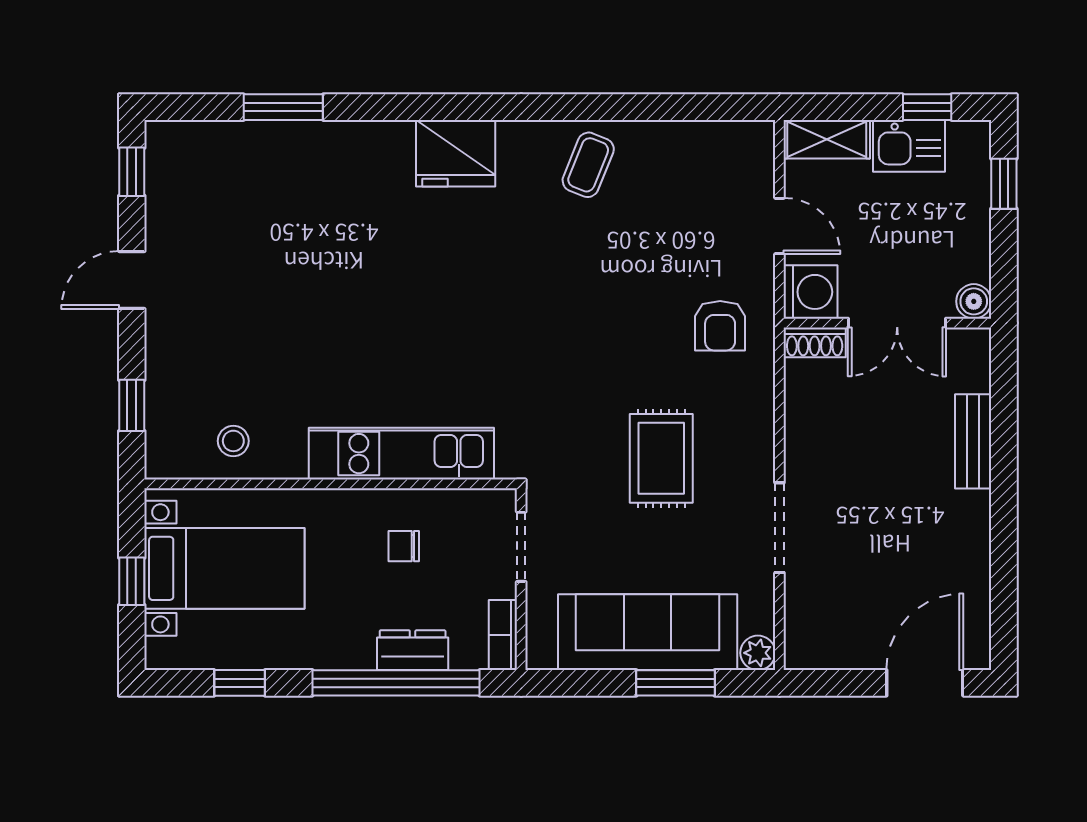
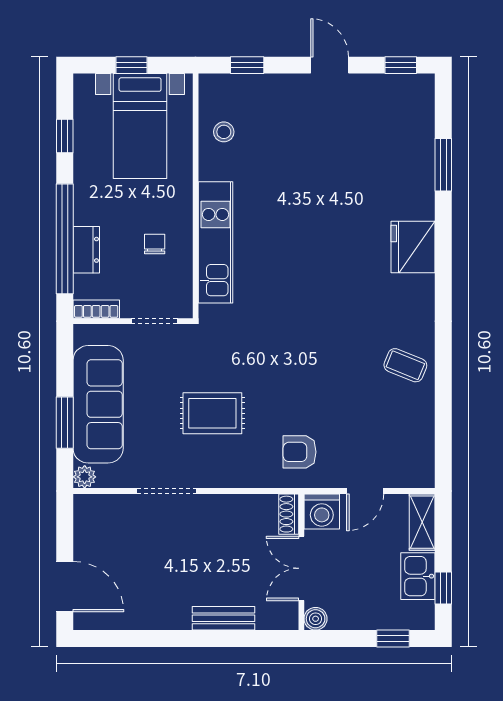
fridge: (456, 153) -> (413, 247), moved

